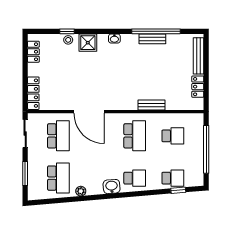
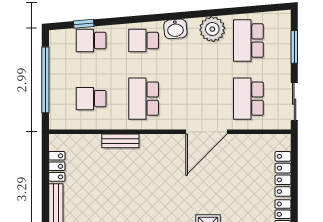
locker: (33, 93) -> (283, 174), moved
door: (89, 112) -> (207, 132), swing flipped
plant: (81, 191) -> (212, 29), width x1.88, depth x1.88

